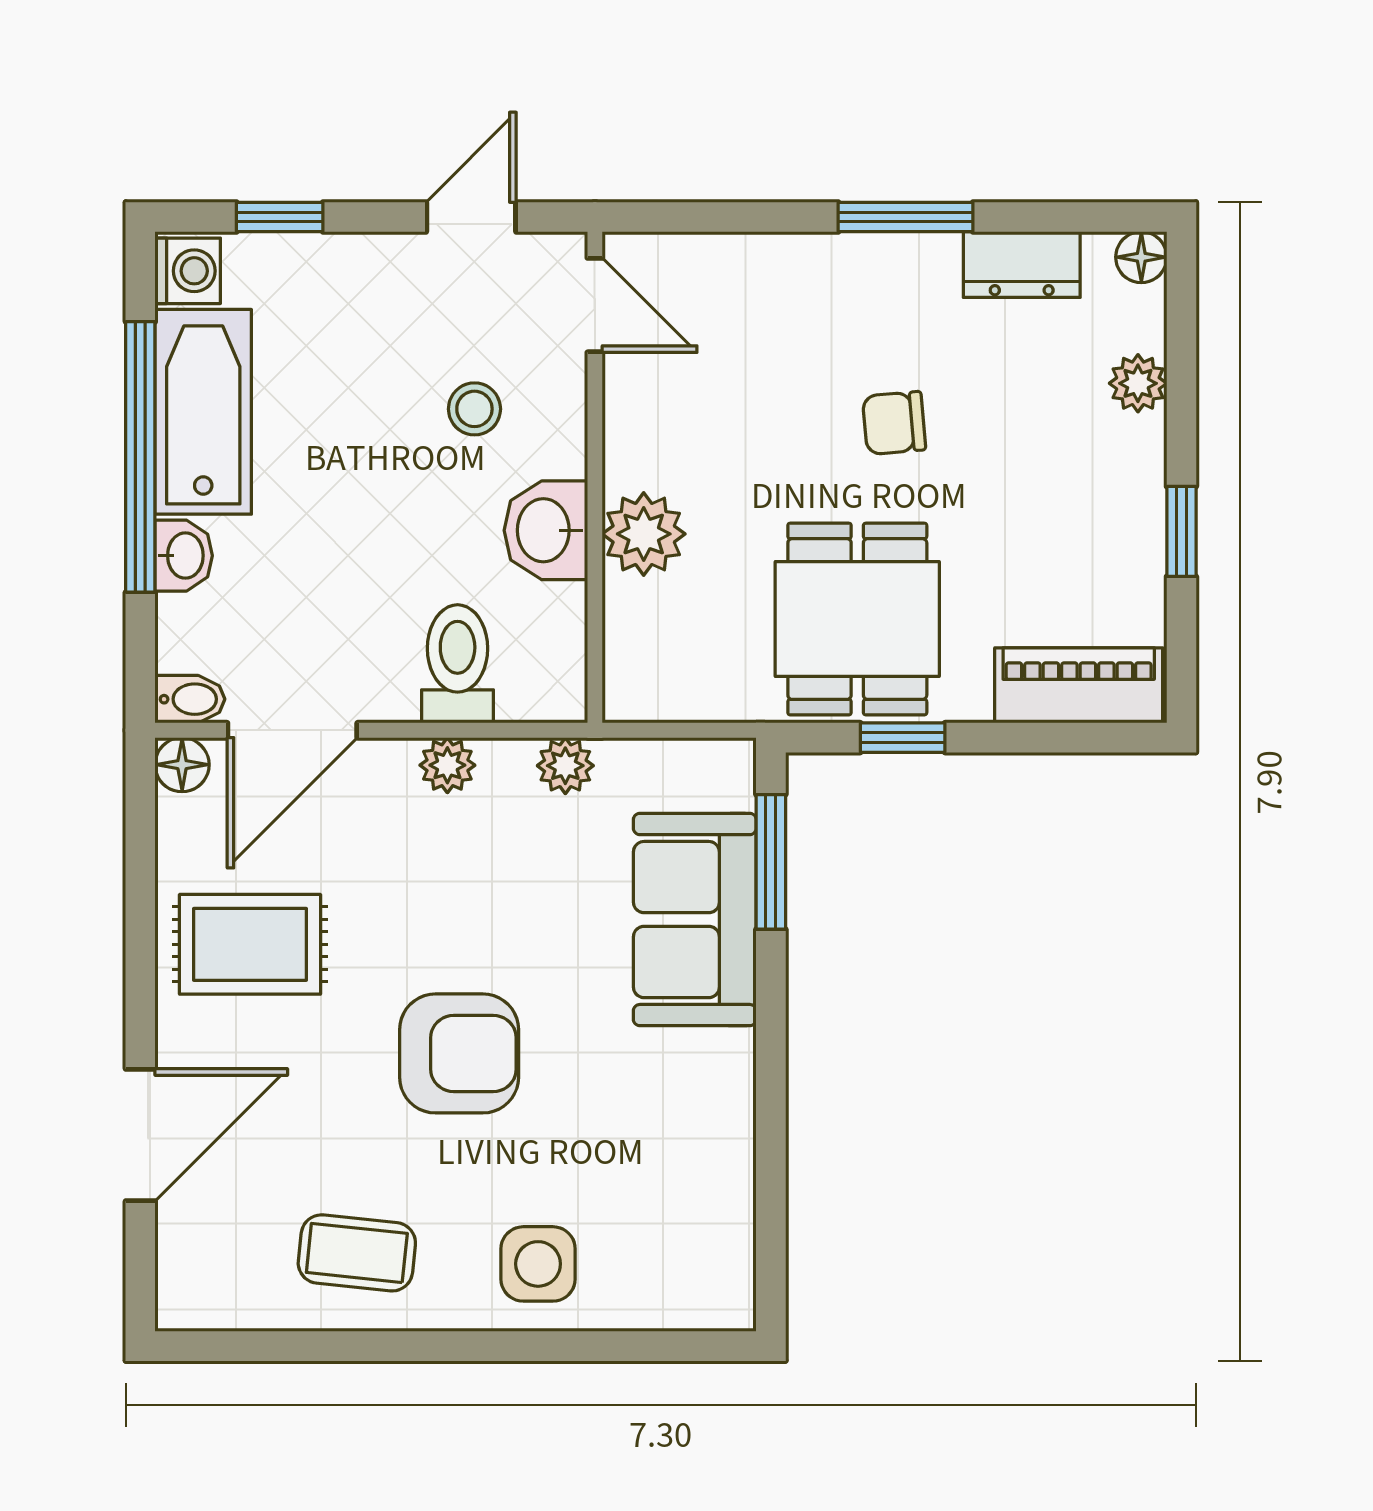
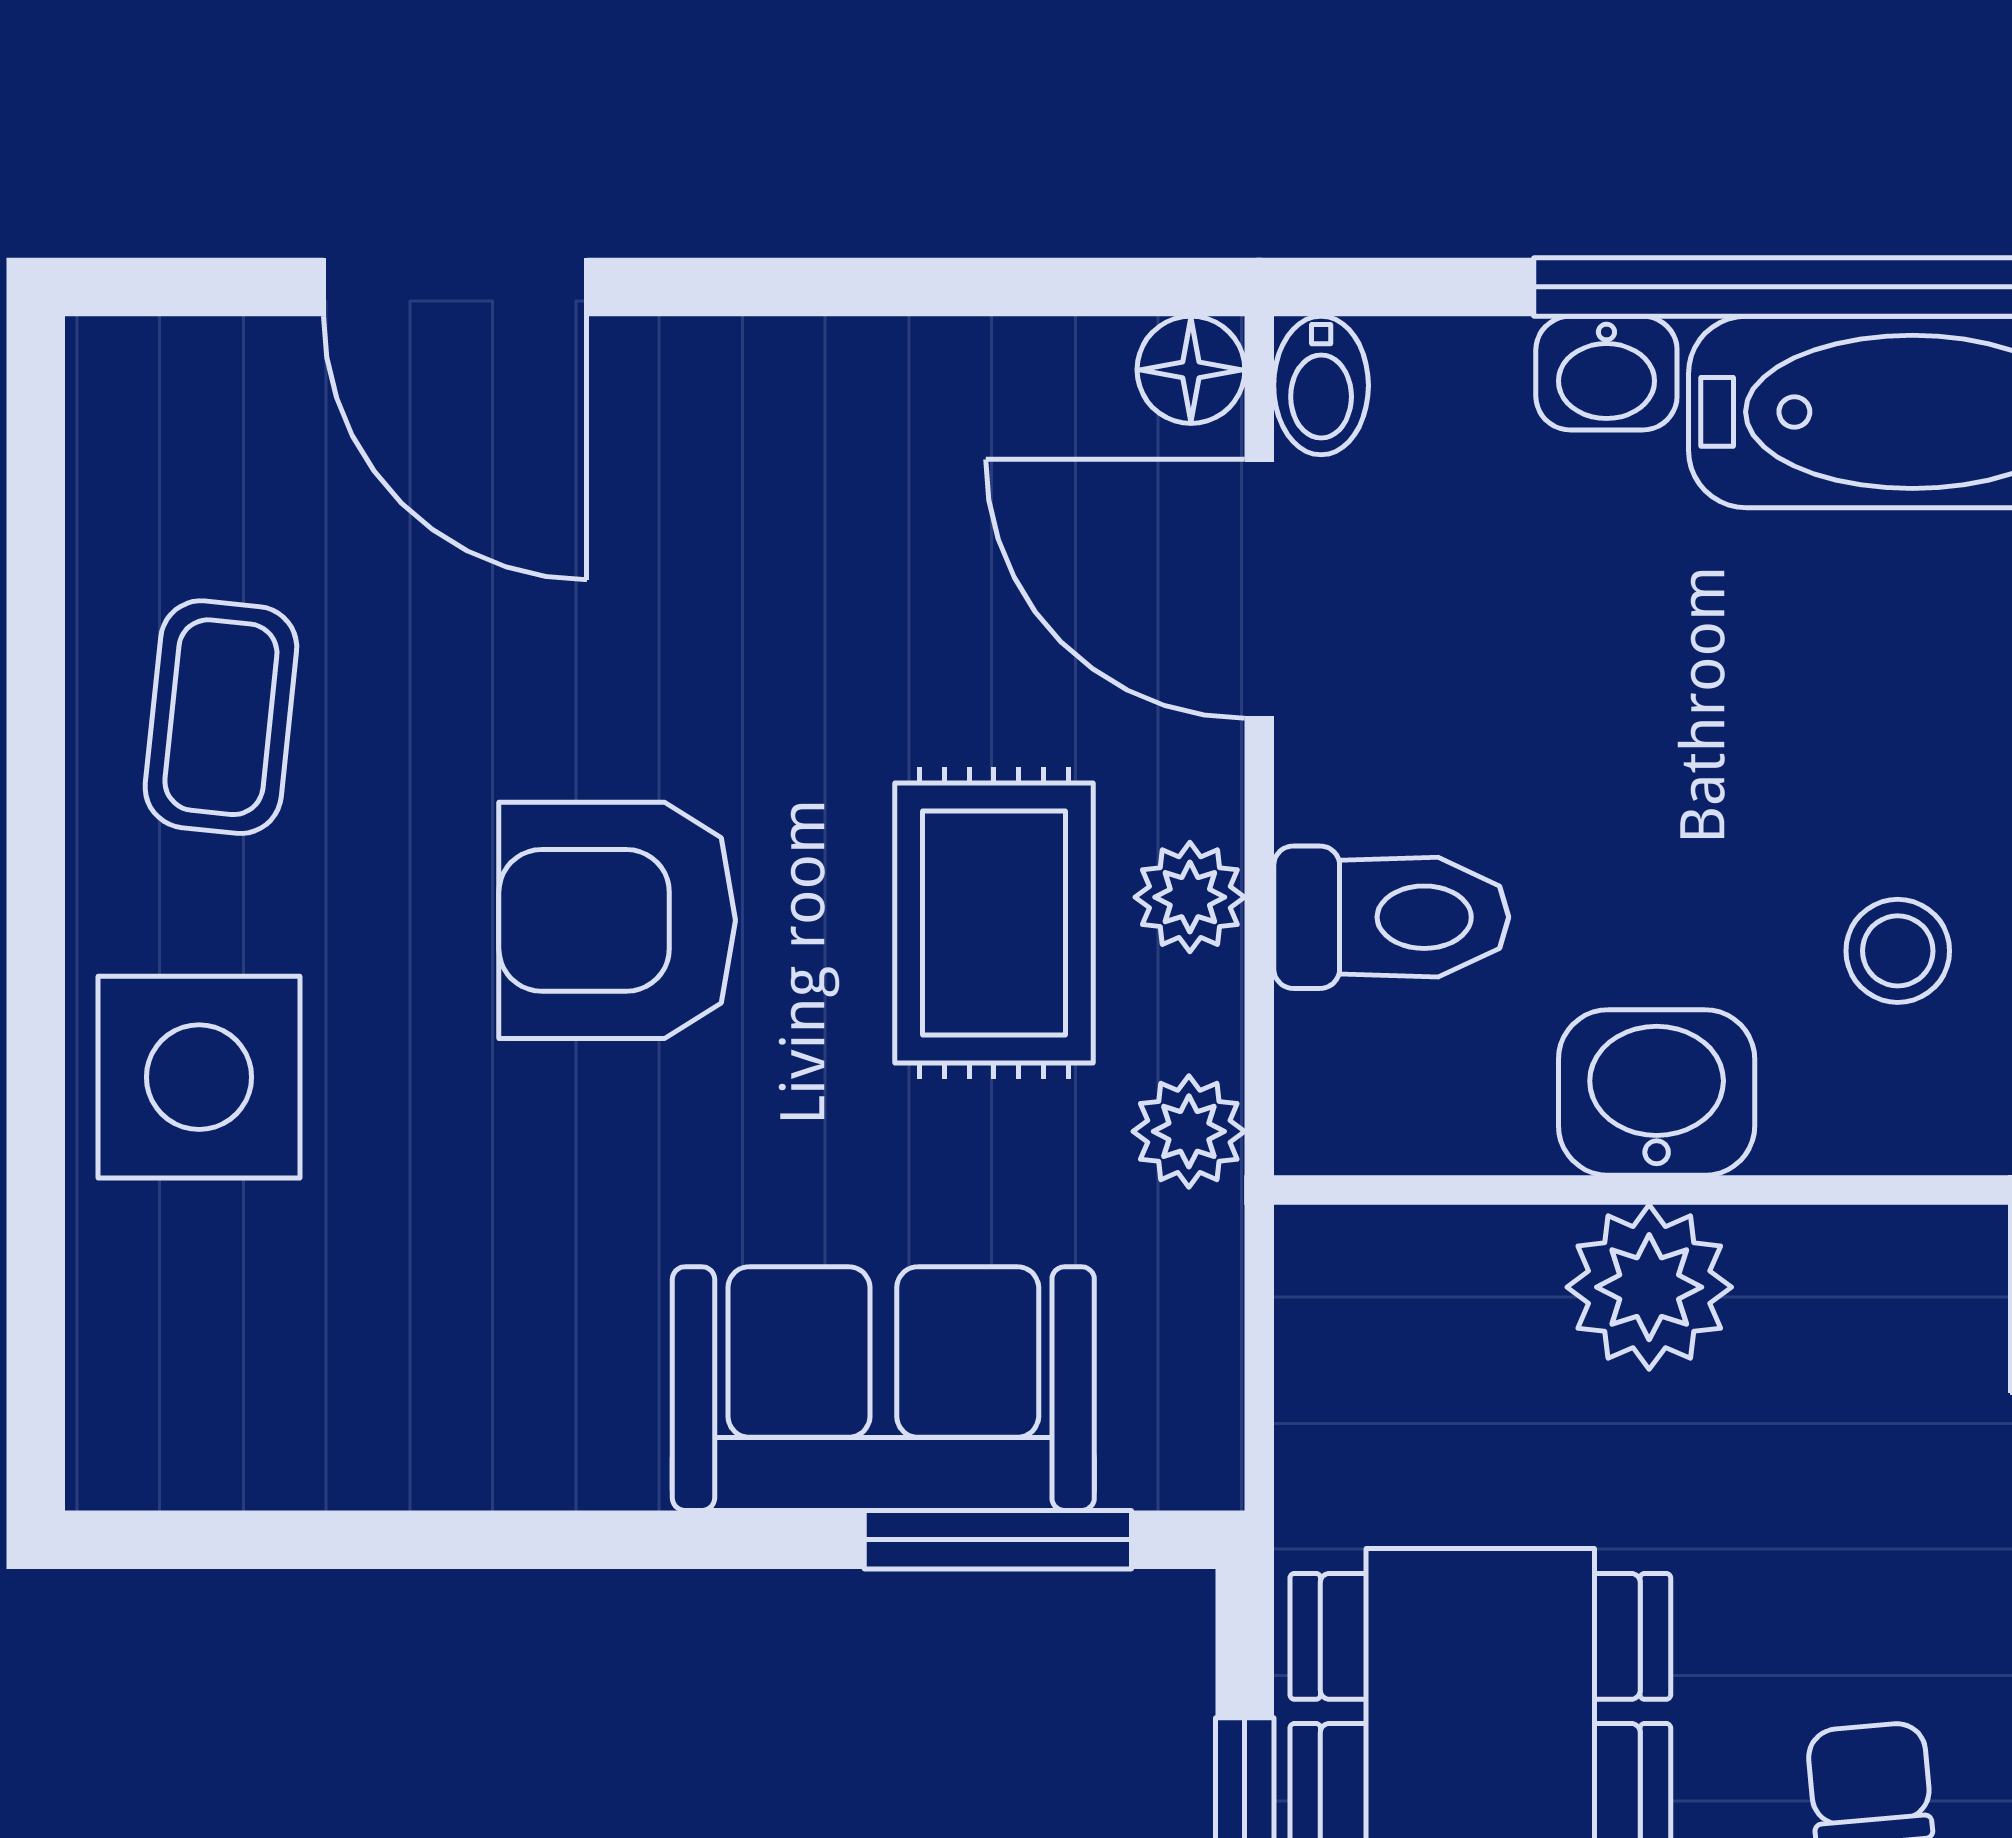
rug: (250, 944) -> (994, 923), moved
armchair: (459, 1053) -> (617, 920), turned 90
side table: (538, 1264) -> (199, 1077), width x1.37, depth x1.37

